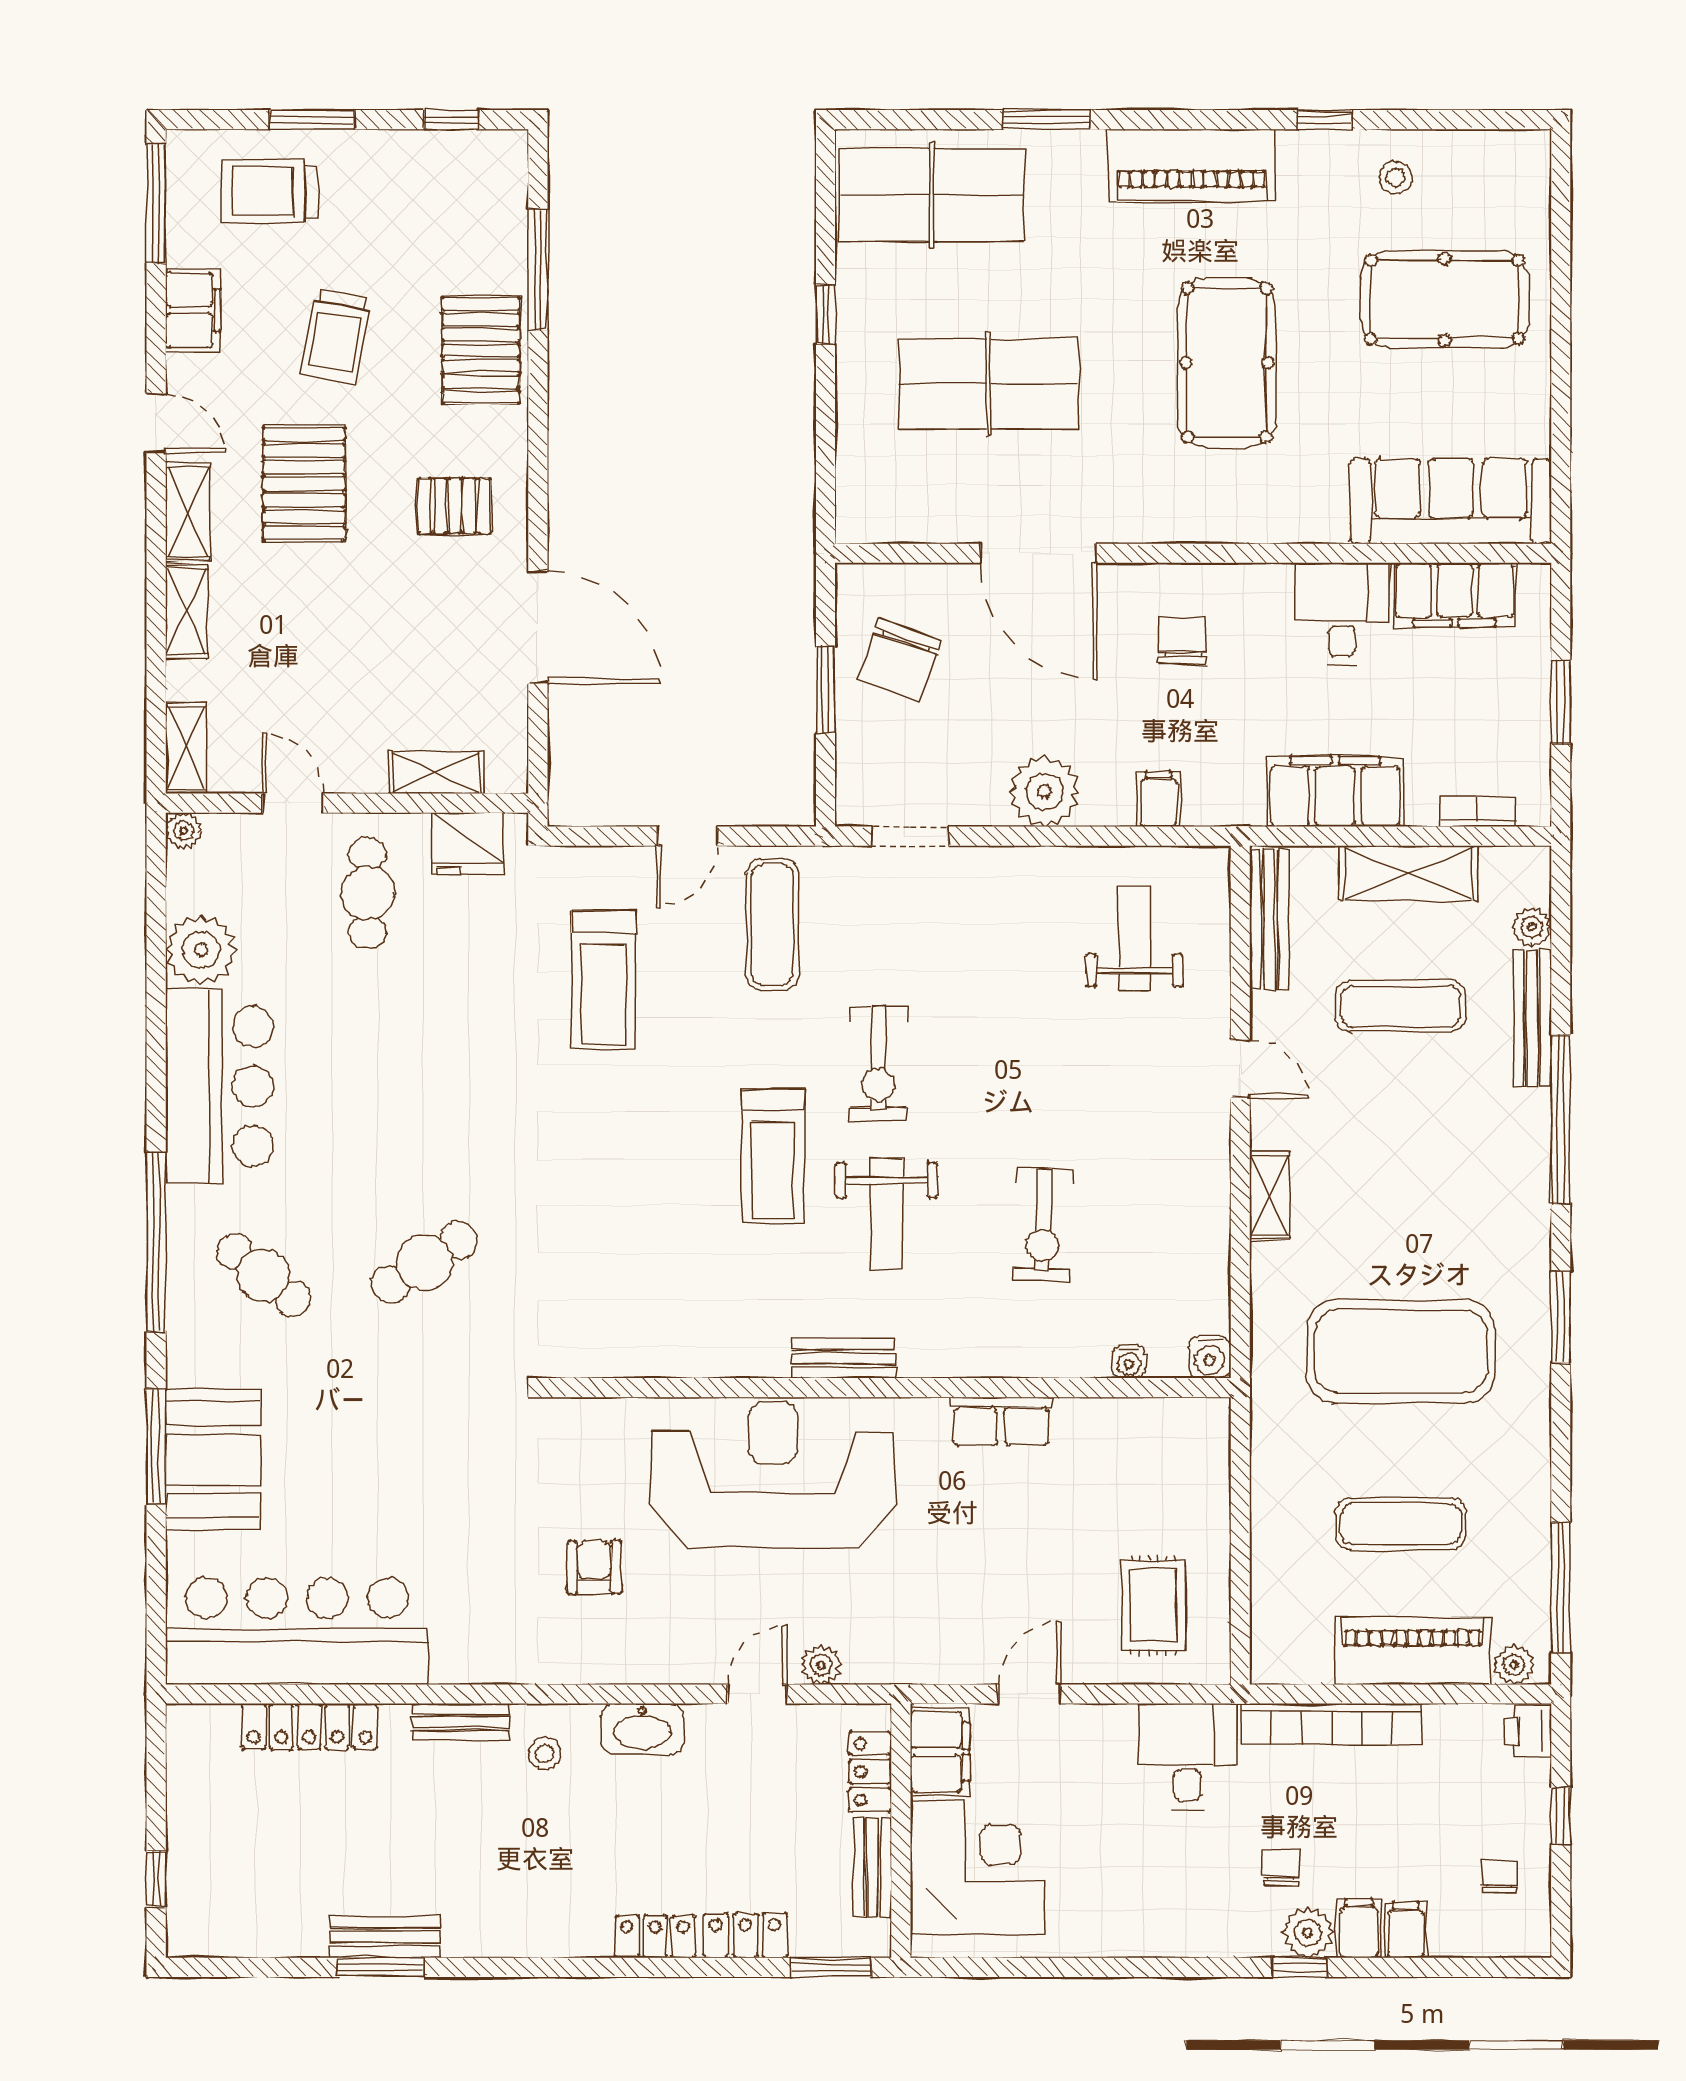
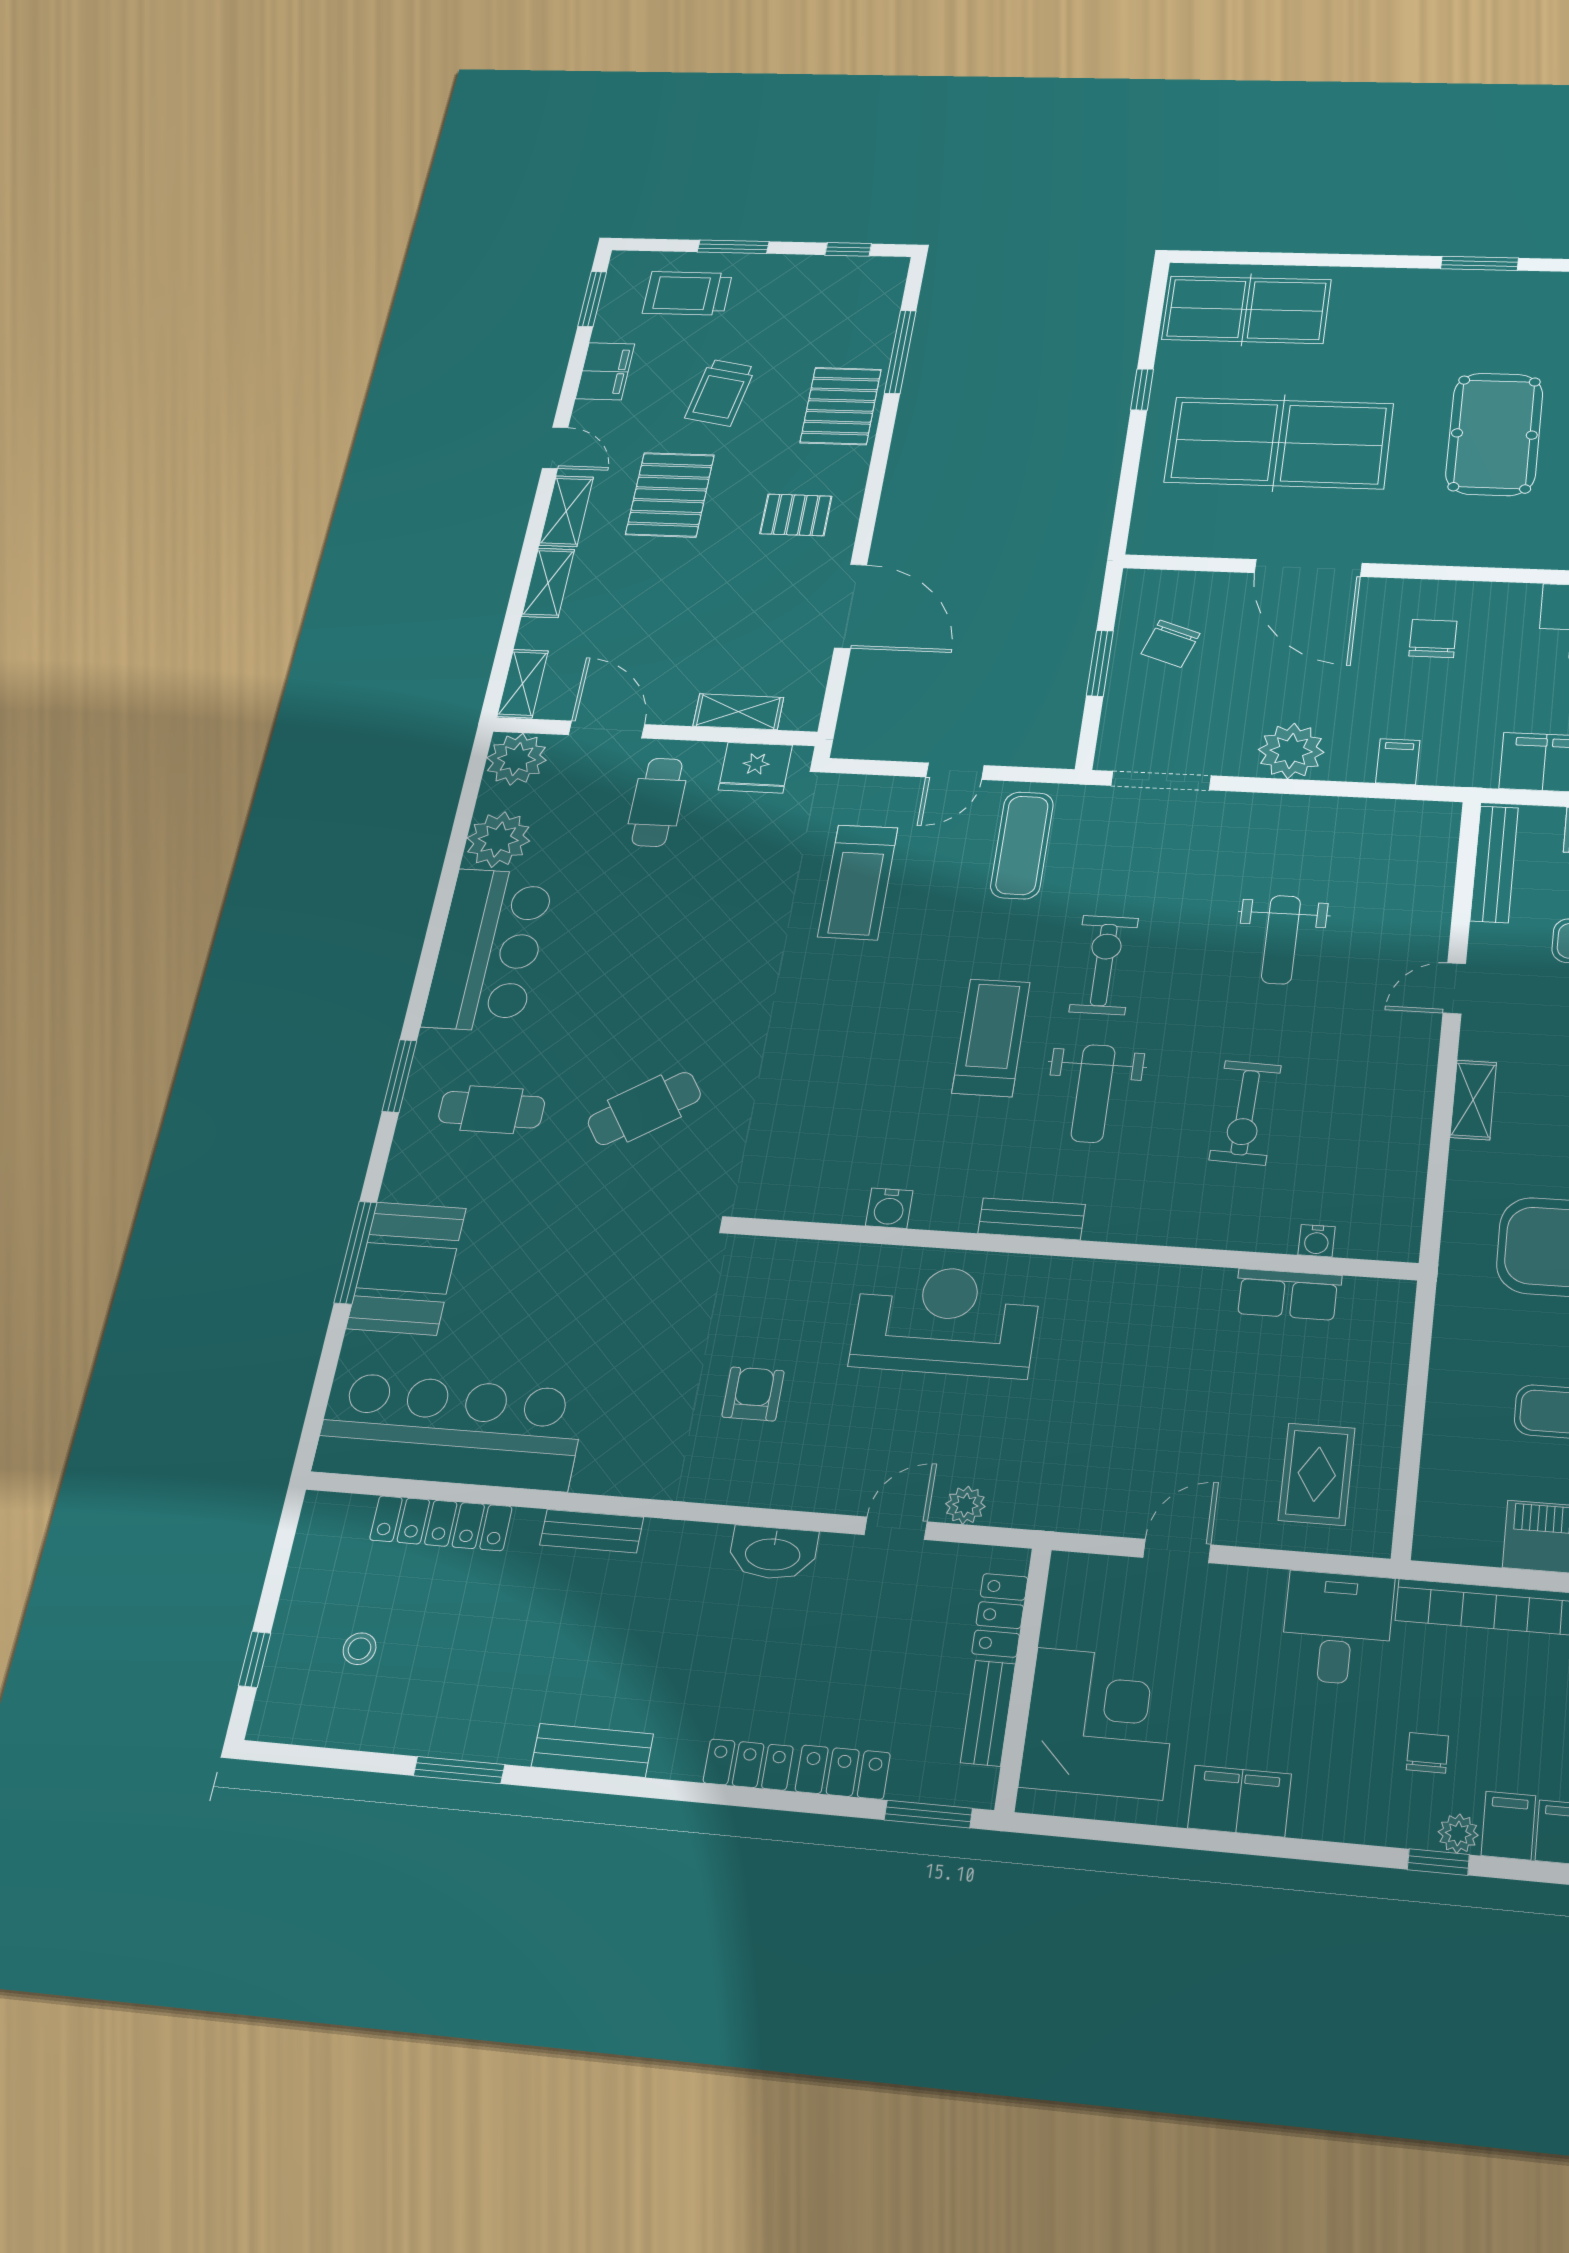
window: (1047, 120) -> (1480, 263), moved
piano: (1192, 165) -> (1477, 295), removed
window: (156, 204) -> (592, 299), width x0.69
table tennis table: (989, 384) -> (1279, 443), width x1.36, depth x1.32
chair: (899, 660) -> (1170, 644), width x0.73, depth x0.73
door: (293, 803) -> (607, 730), width x1.38
plant: (184, 831) -> (516, 759), width x1.87, depth x1.87
doorway: (910, 836) -> (1161, 781), width x1.38
weight bench: (1134, 939) -> (1281, 940), moved, turned 180
exercise bike: (878, 1064) -> (1104, 965), turned 180
door: (1240, 1069) -> (1454, 988), swing flipped
treadmill: (773, 1156) -> (991, 1038), turned 180
window: (156, 1242) -> (399, 1076), width x0.47
cafe table: (263, 1275) -> (492, 1110), turned -39
water cooler: (1210, 1357) -> (889, 1208), moved
row of seats: (1001, 1421) -> (1288, 1294), moved
reception desk: (773, 1475) -> (946, 1321), width x0.74, depth x0.77
filing cabinet: (940, 1752) -> (1240, 1801), moved, turned -90
stool: (545, 1753) -> (360, 1649), moved
plant: (1308, 1933) -> (1458, 1834), width x0.73, depth x0.73
bench: (385, 1937) -> (592, 1750), moved

